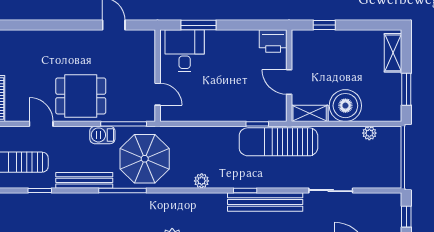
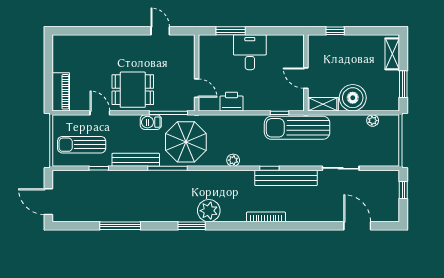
printer: (273, 41) -> (232, 102), moved, turned 180
desk: (185, 51) -> (250, 52), moved

